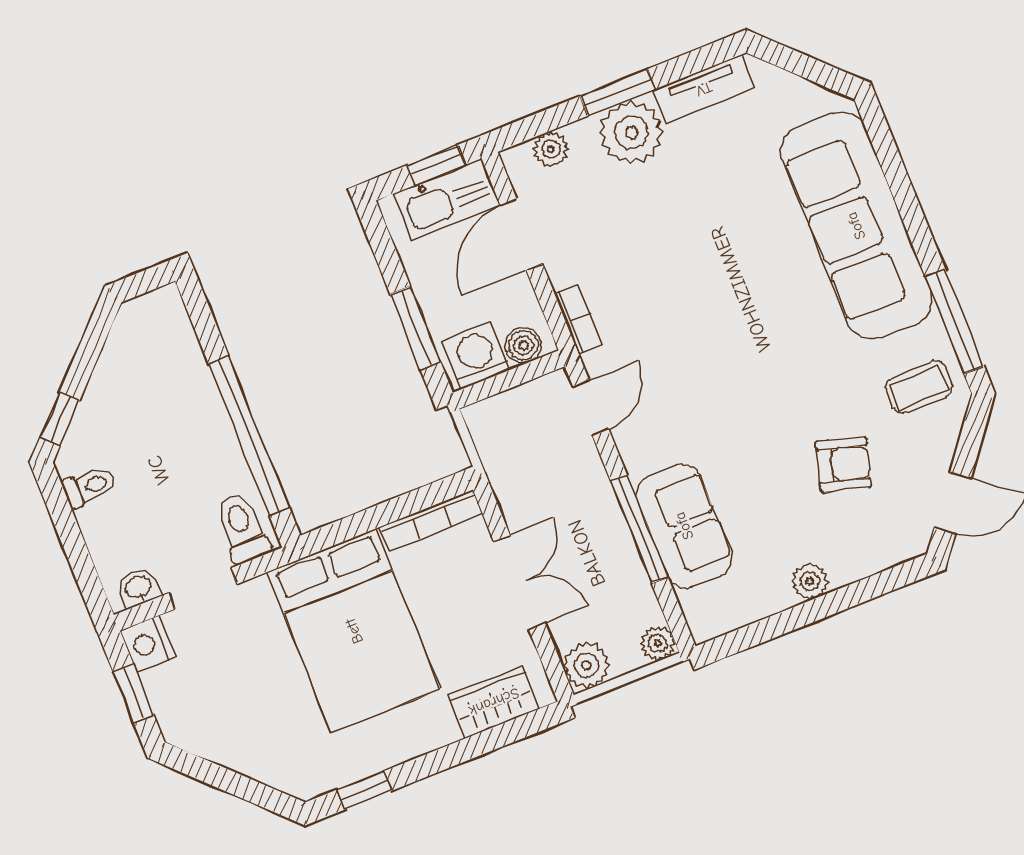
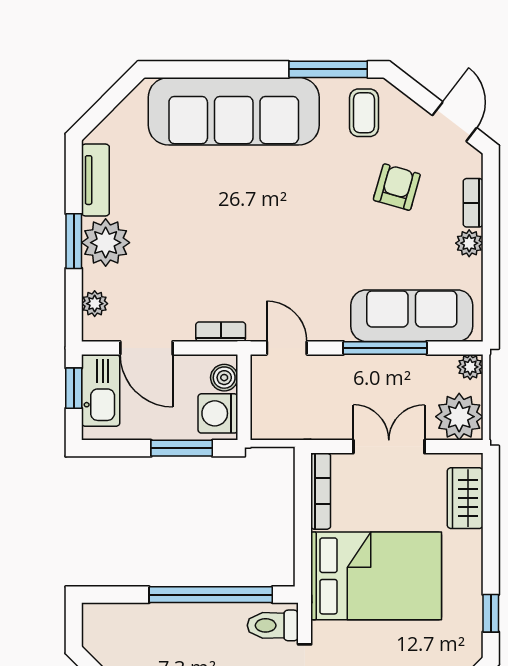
sofa: (684, 526) -> (412, 316), width x1.36
bookcase: (862, 566) -> (473, 203), added
plant: (586, 665) -> (459, 417), width x1.36, depth x1.36

